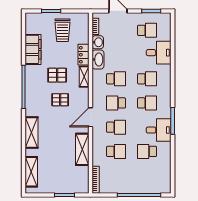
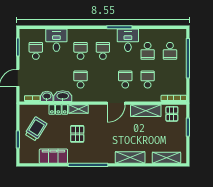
trolley: (63, 30) -> (36, 129), turned -58
pallet: (60, 100) -> (172, 114), moved
school desk: (116, 103) -> (170, 51), moved
door: (90, 117) -> (116, 103), hinge flipped

